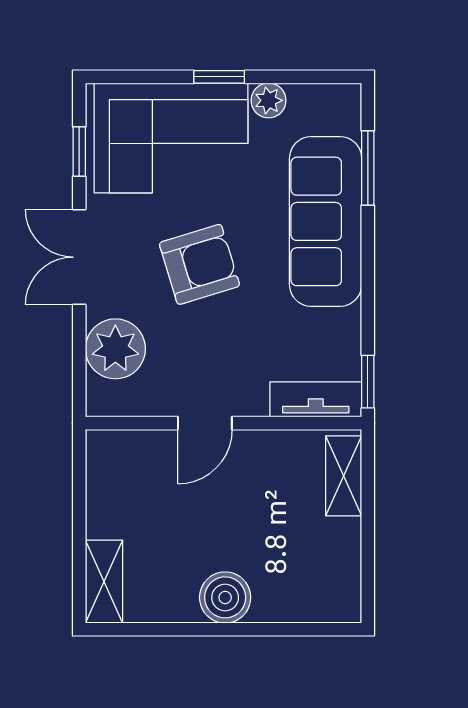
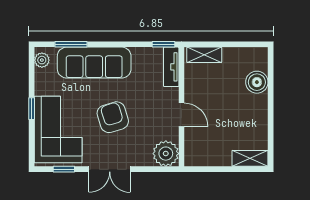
plant: (269, 100) -> (42, 60), moved
plant: (115, 349) -> (166, 154), moved
boiler: (225, 597) -> (257, 82), moved

